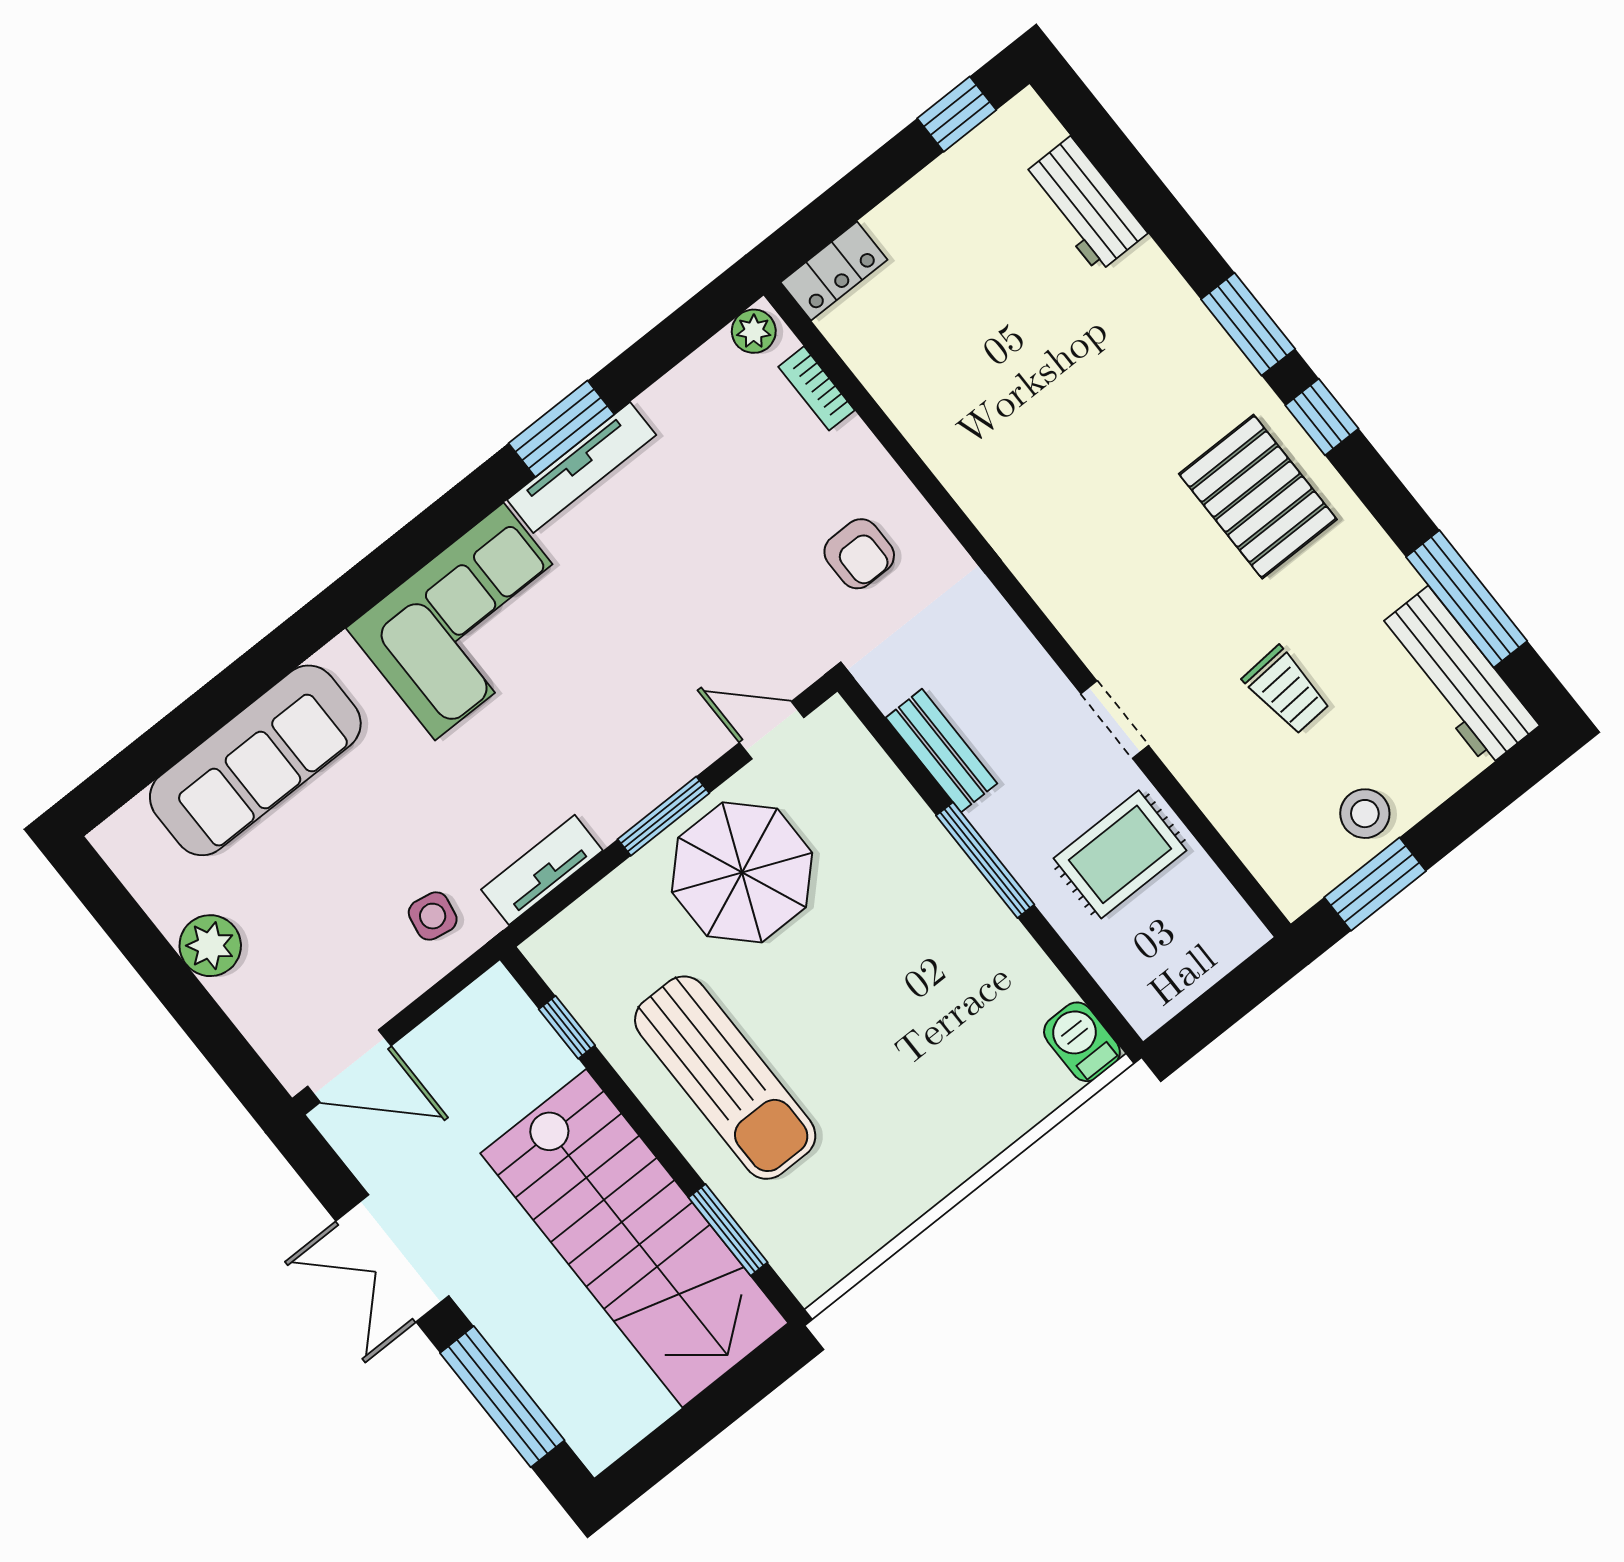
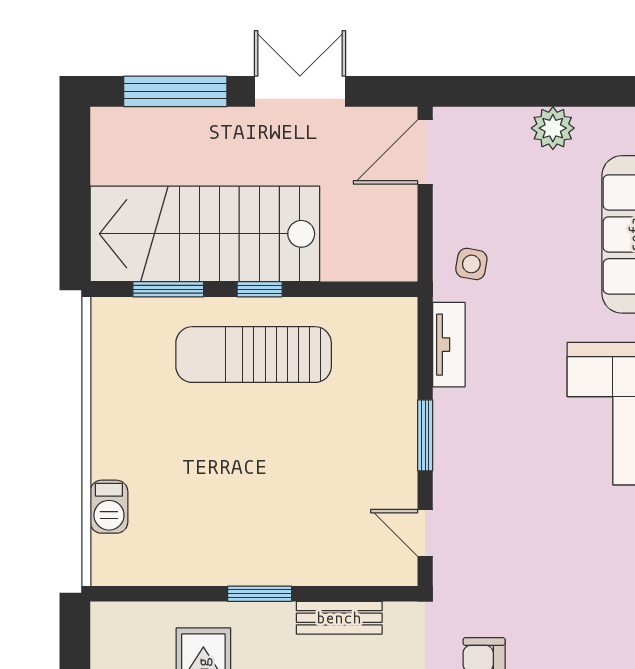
door: (772, 730) -> (425, 533), swing flipped
window: (985, 860) -> (260, 594), width x0.69
parasol: (742, 872) -> (360, 454), removed
window: (567, 1027) -> (260, 289), moved
barbecue: (1082, 1042) -> (109, 507), moved, turned 90

